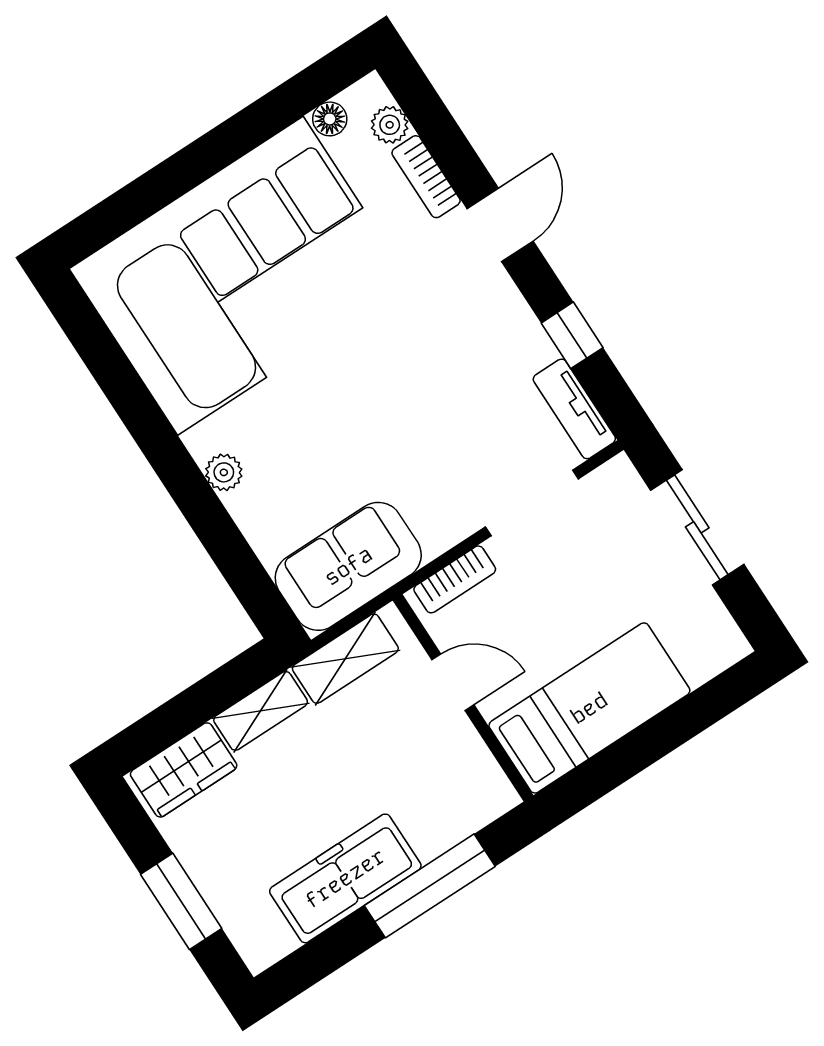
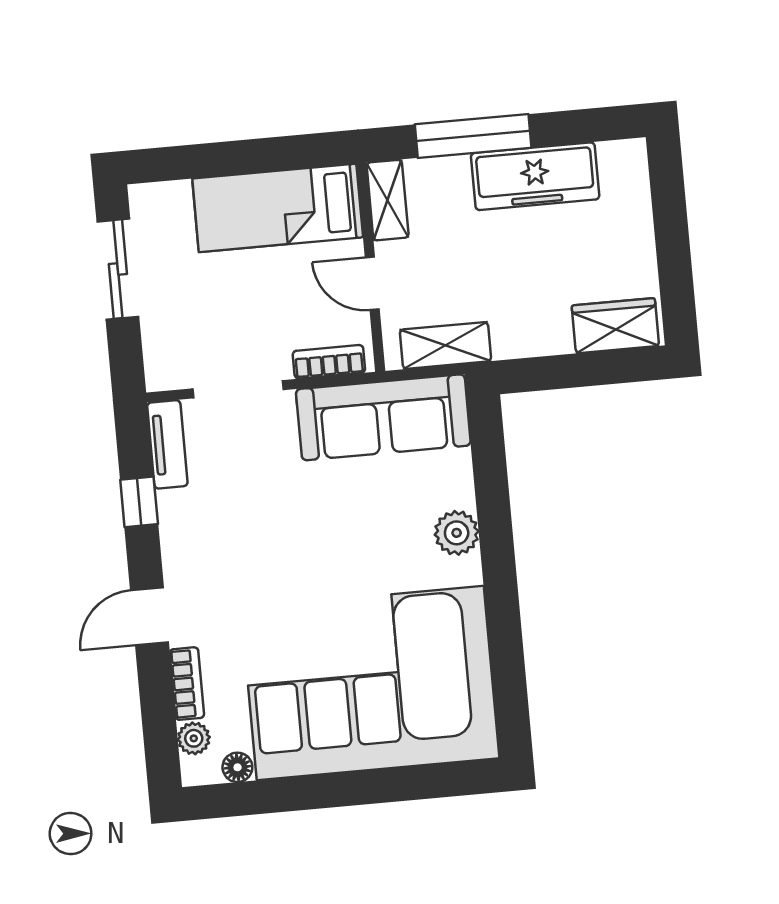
plant: (224, 472) -> (457, 533), width x1.38, depth x1.38
sliding door: (697, 527) -> (118, 269), moved
sofa: (348, 566) -> (383, 417), width x1.36
shelving: (261, 711) -> (388, 200), moved, turned 90
window: (181, 901) -> (671, 225), removed

